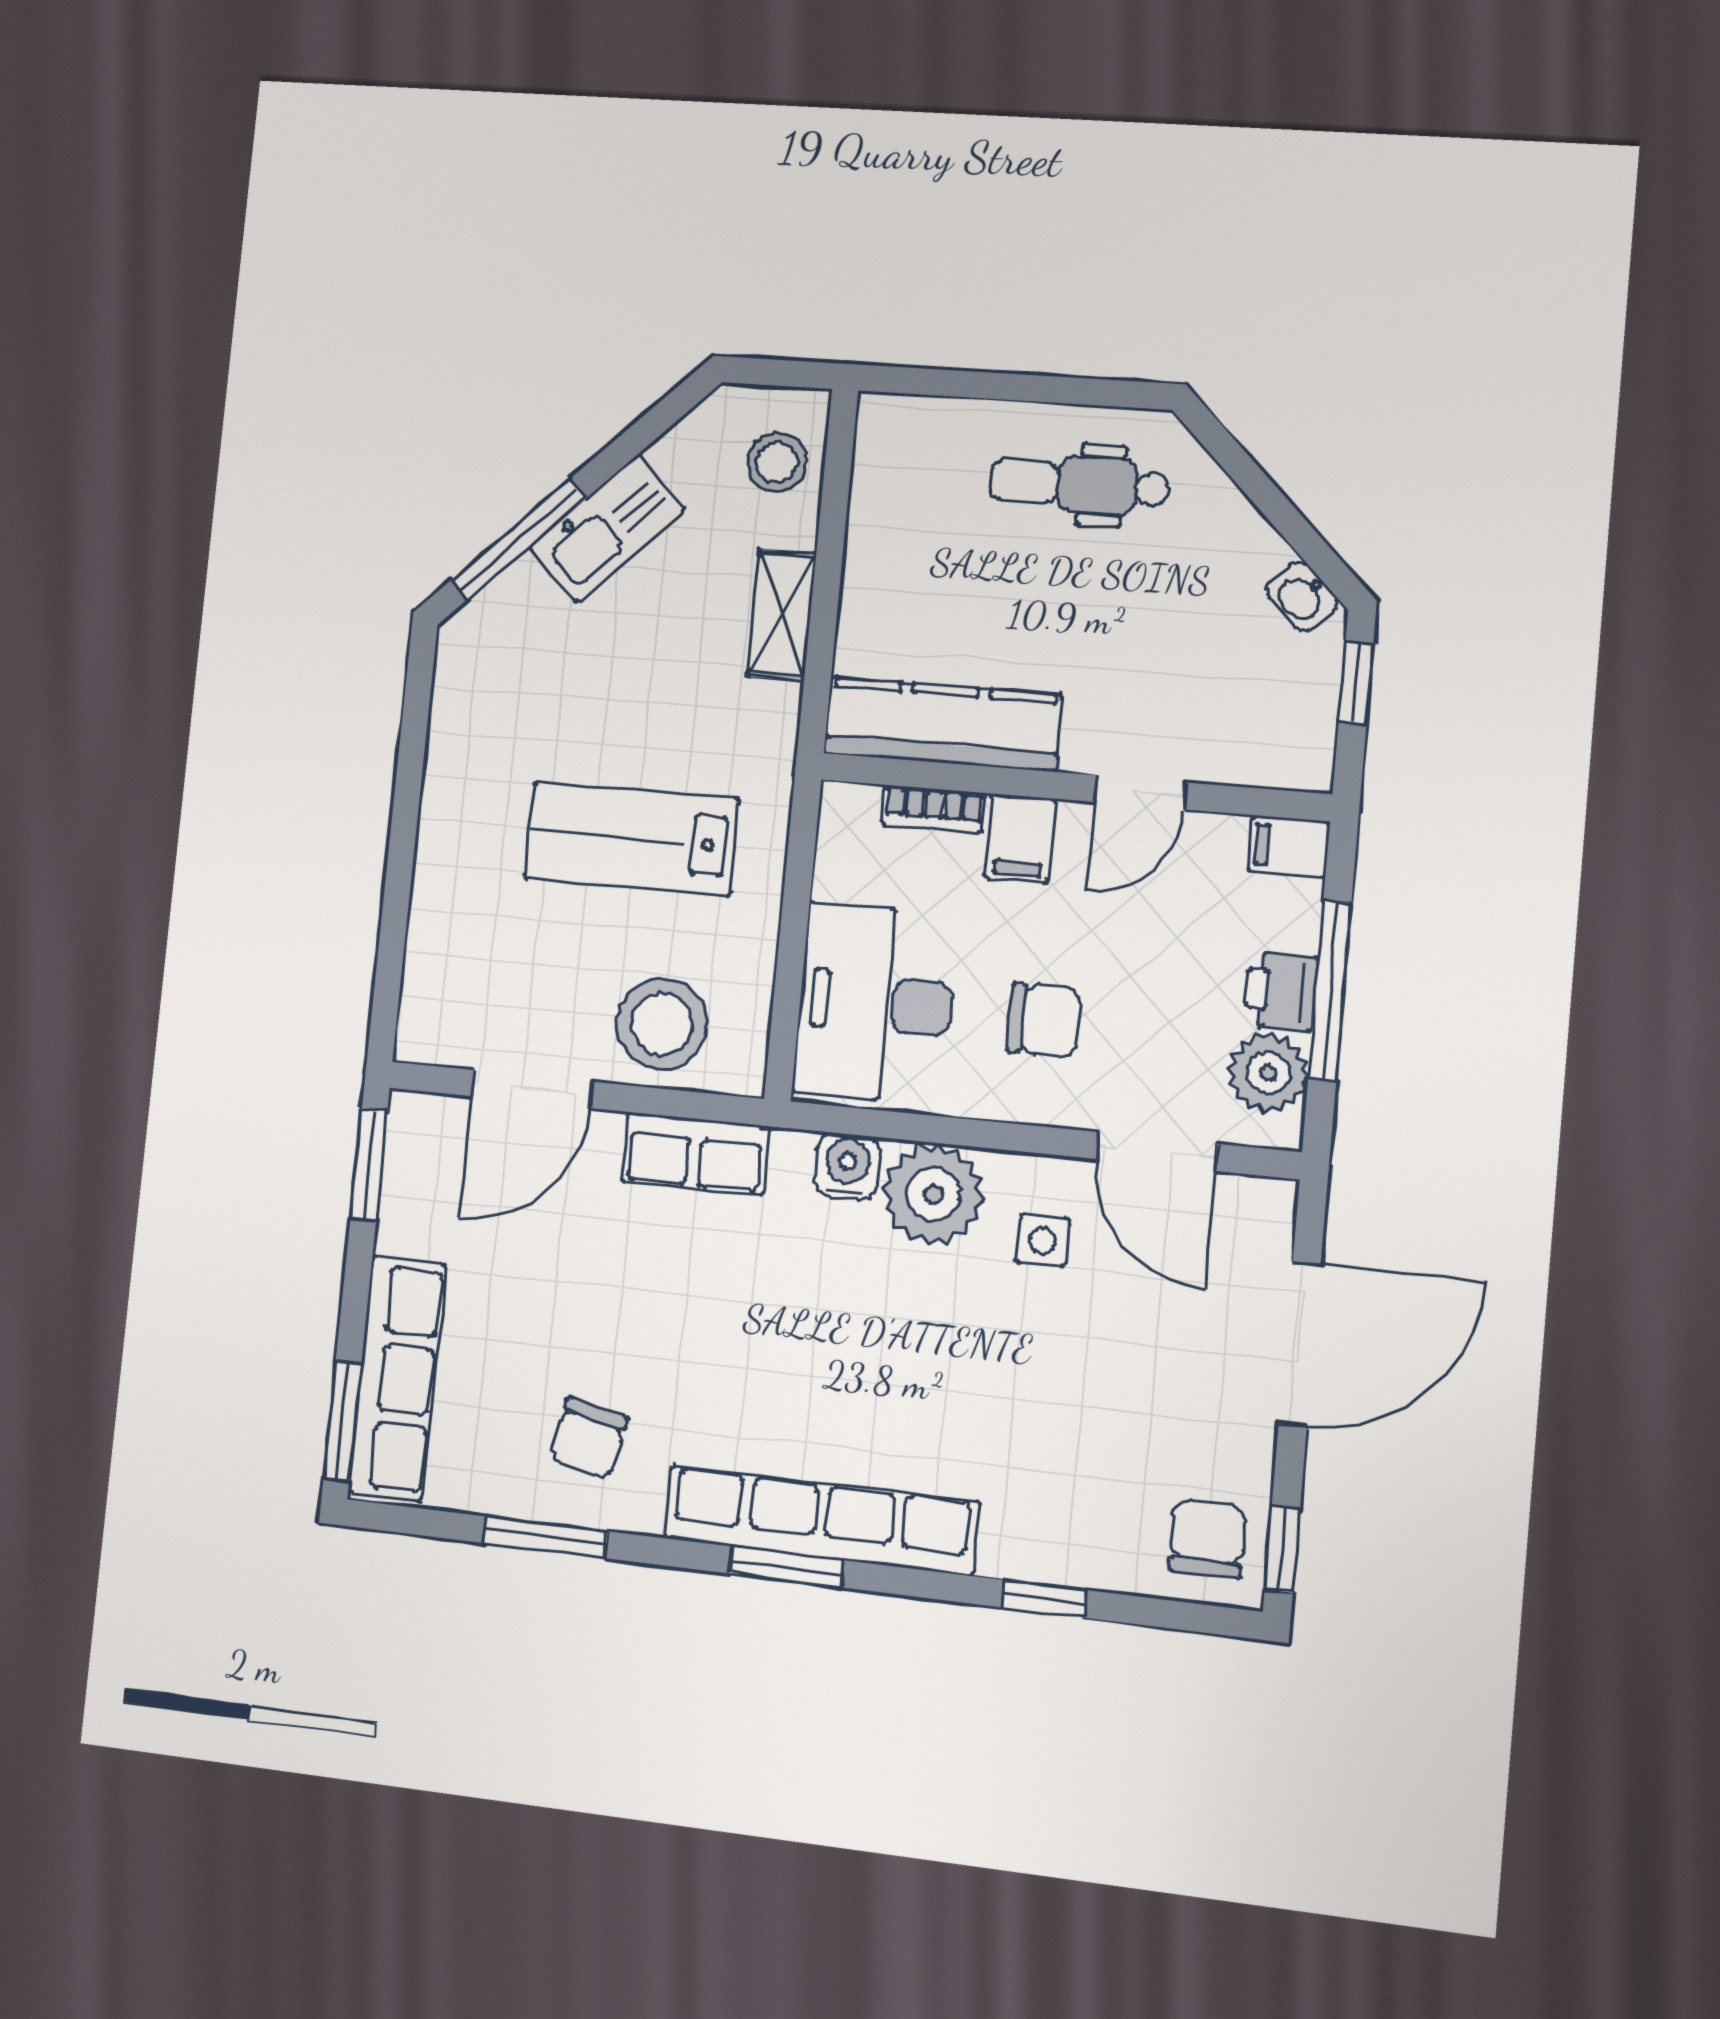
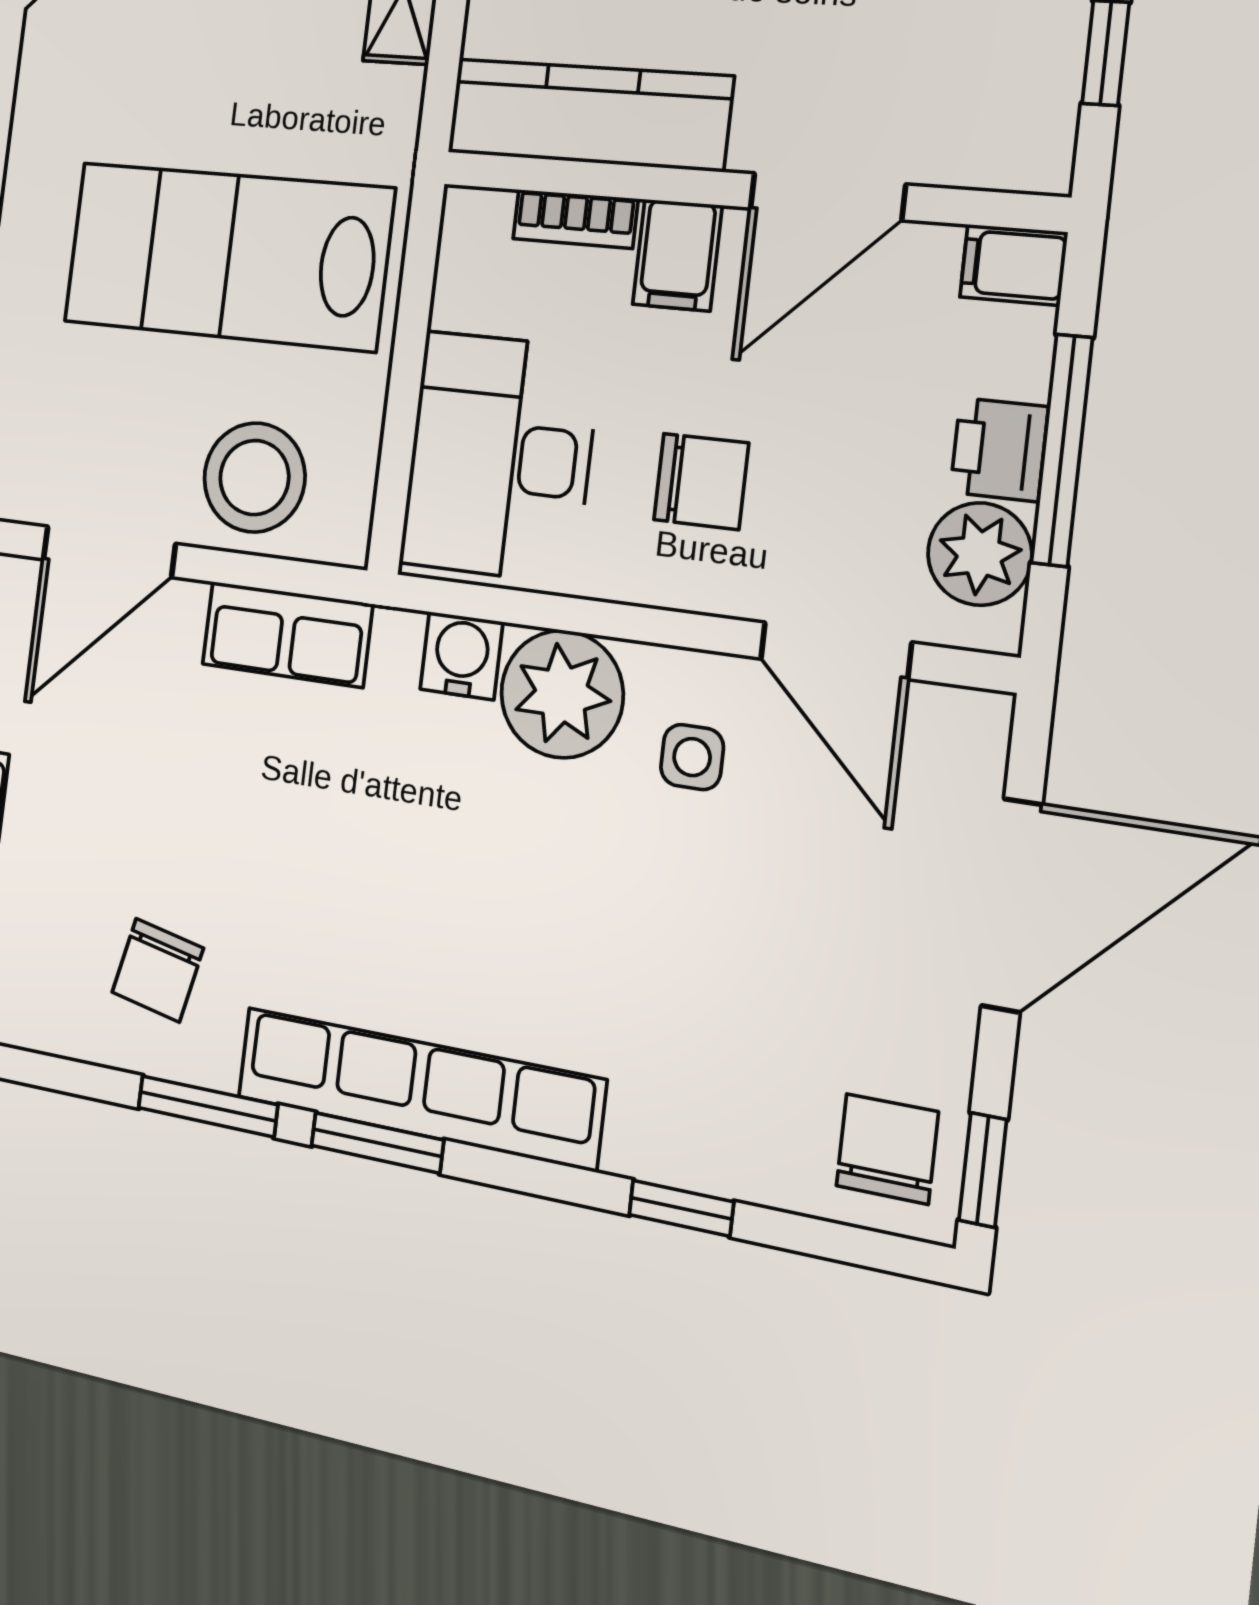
door: (1140, 792) -> (827, 197), width x1.38
lab bench: (631, 838) -> (227, 256), width x1.36, depth x1.39
window: (546, 1537) -> (208, 1106), moved

